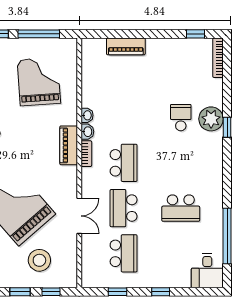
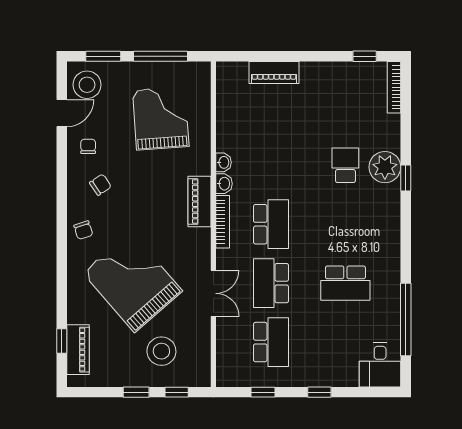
bookcase: (86, 154) -> (223, 222), width x1.56

